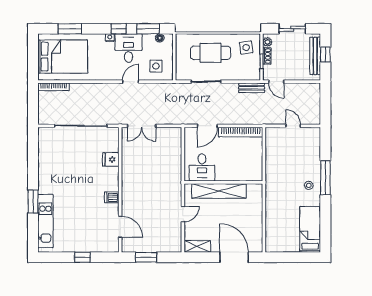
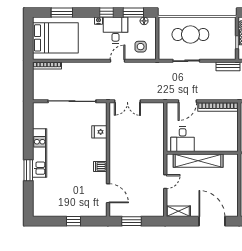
side table: (246, 48) -> (223, 30), removed
kitchen unit: (45, 221) -> (40, 153), moved

